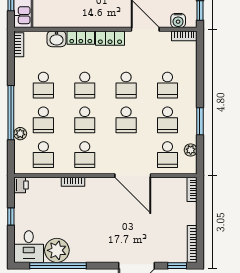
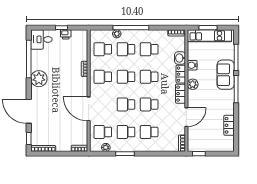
plant: (96, 20) -> (193, 84), added
water cooler: (178, 21) -> (192, 65), moved
door: (133, 176) -> (89, 109), hinge flipped
printer: (21, 185) -> (66, 34), moved
plant: (57, 250) -> (39, 79), moved

